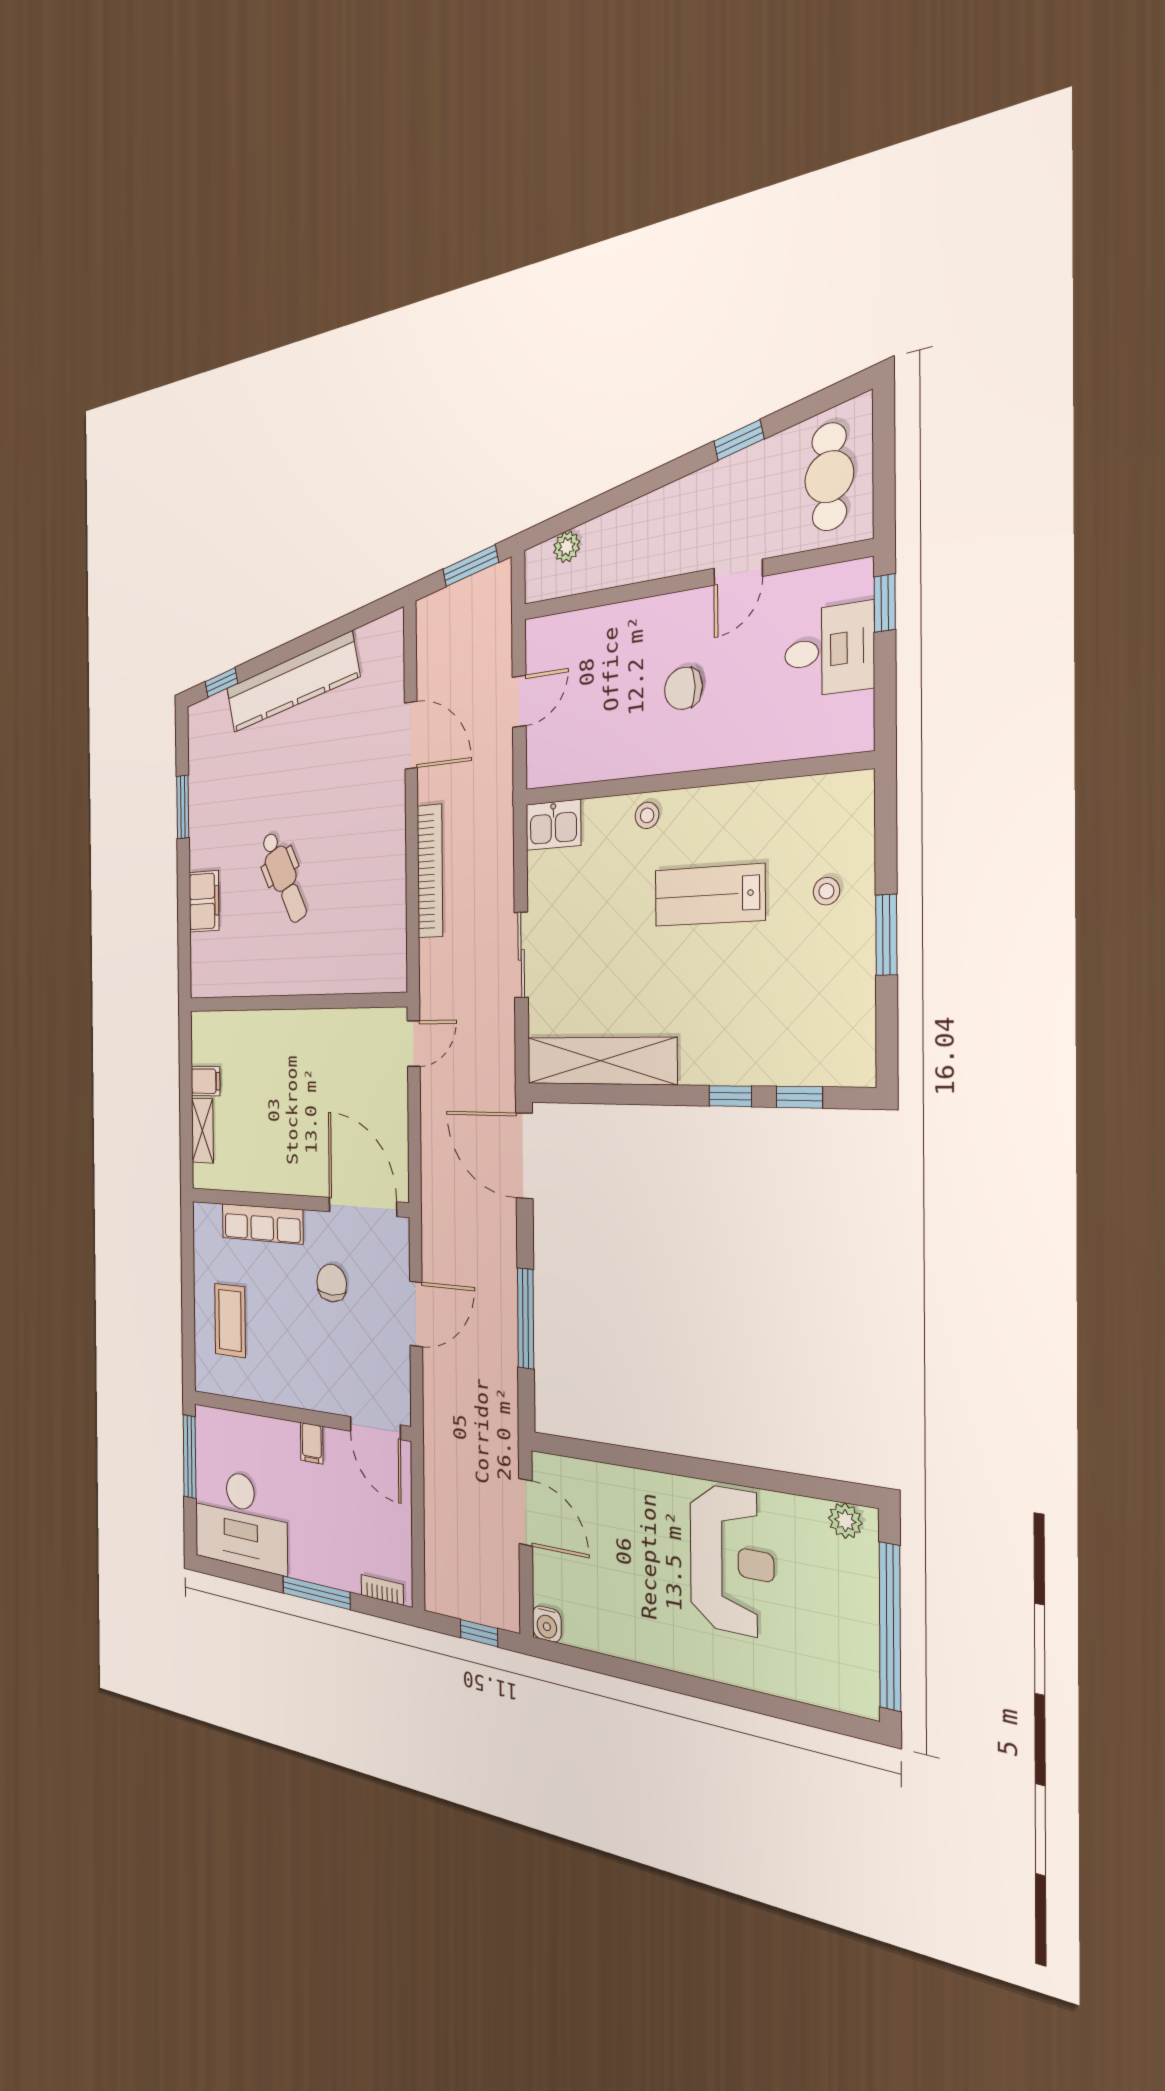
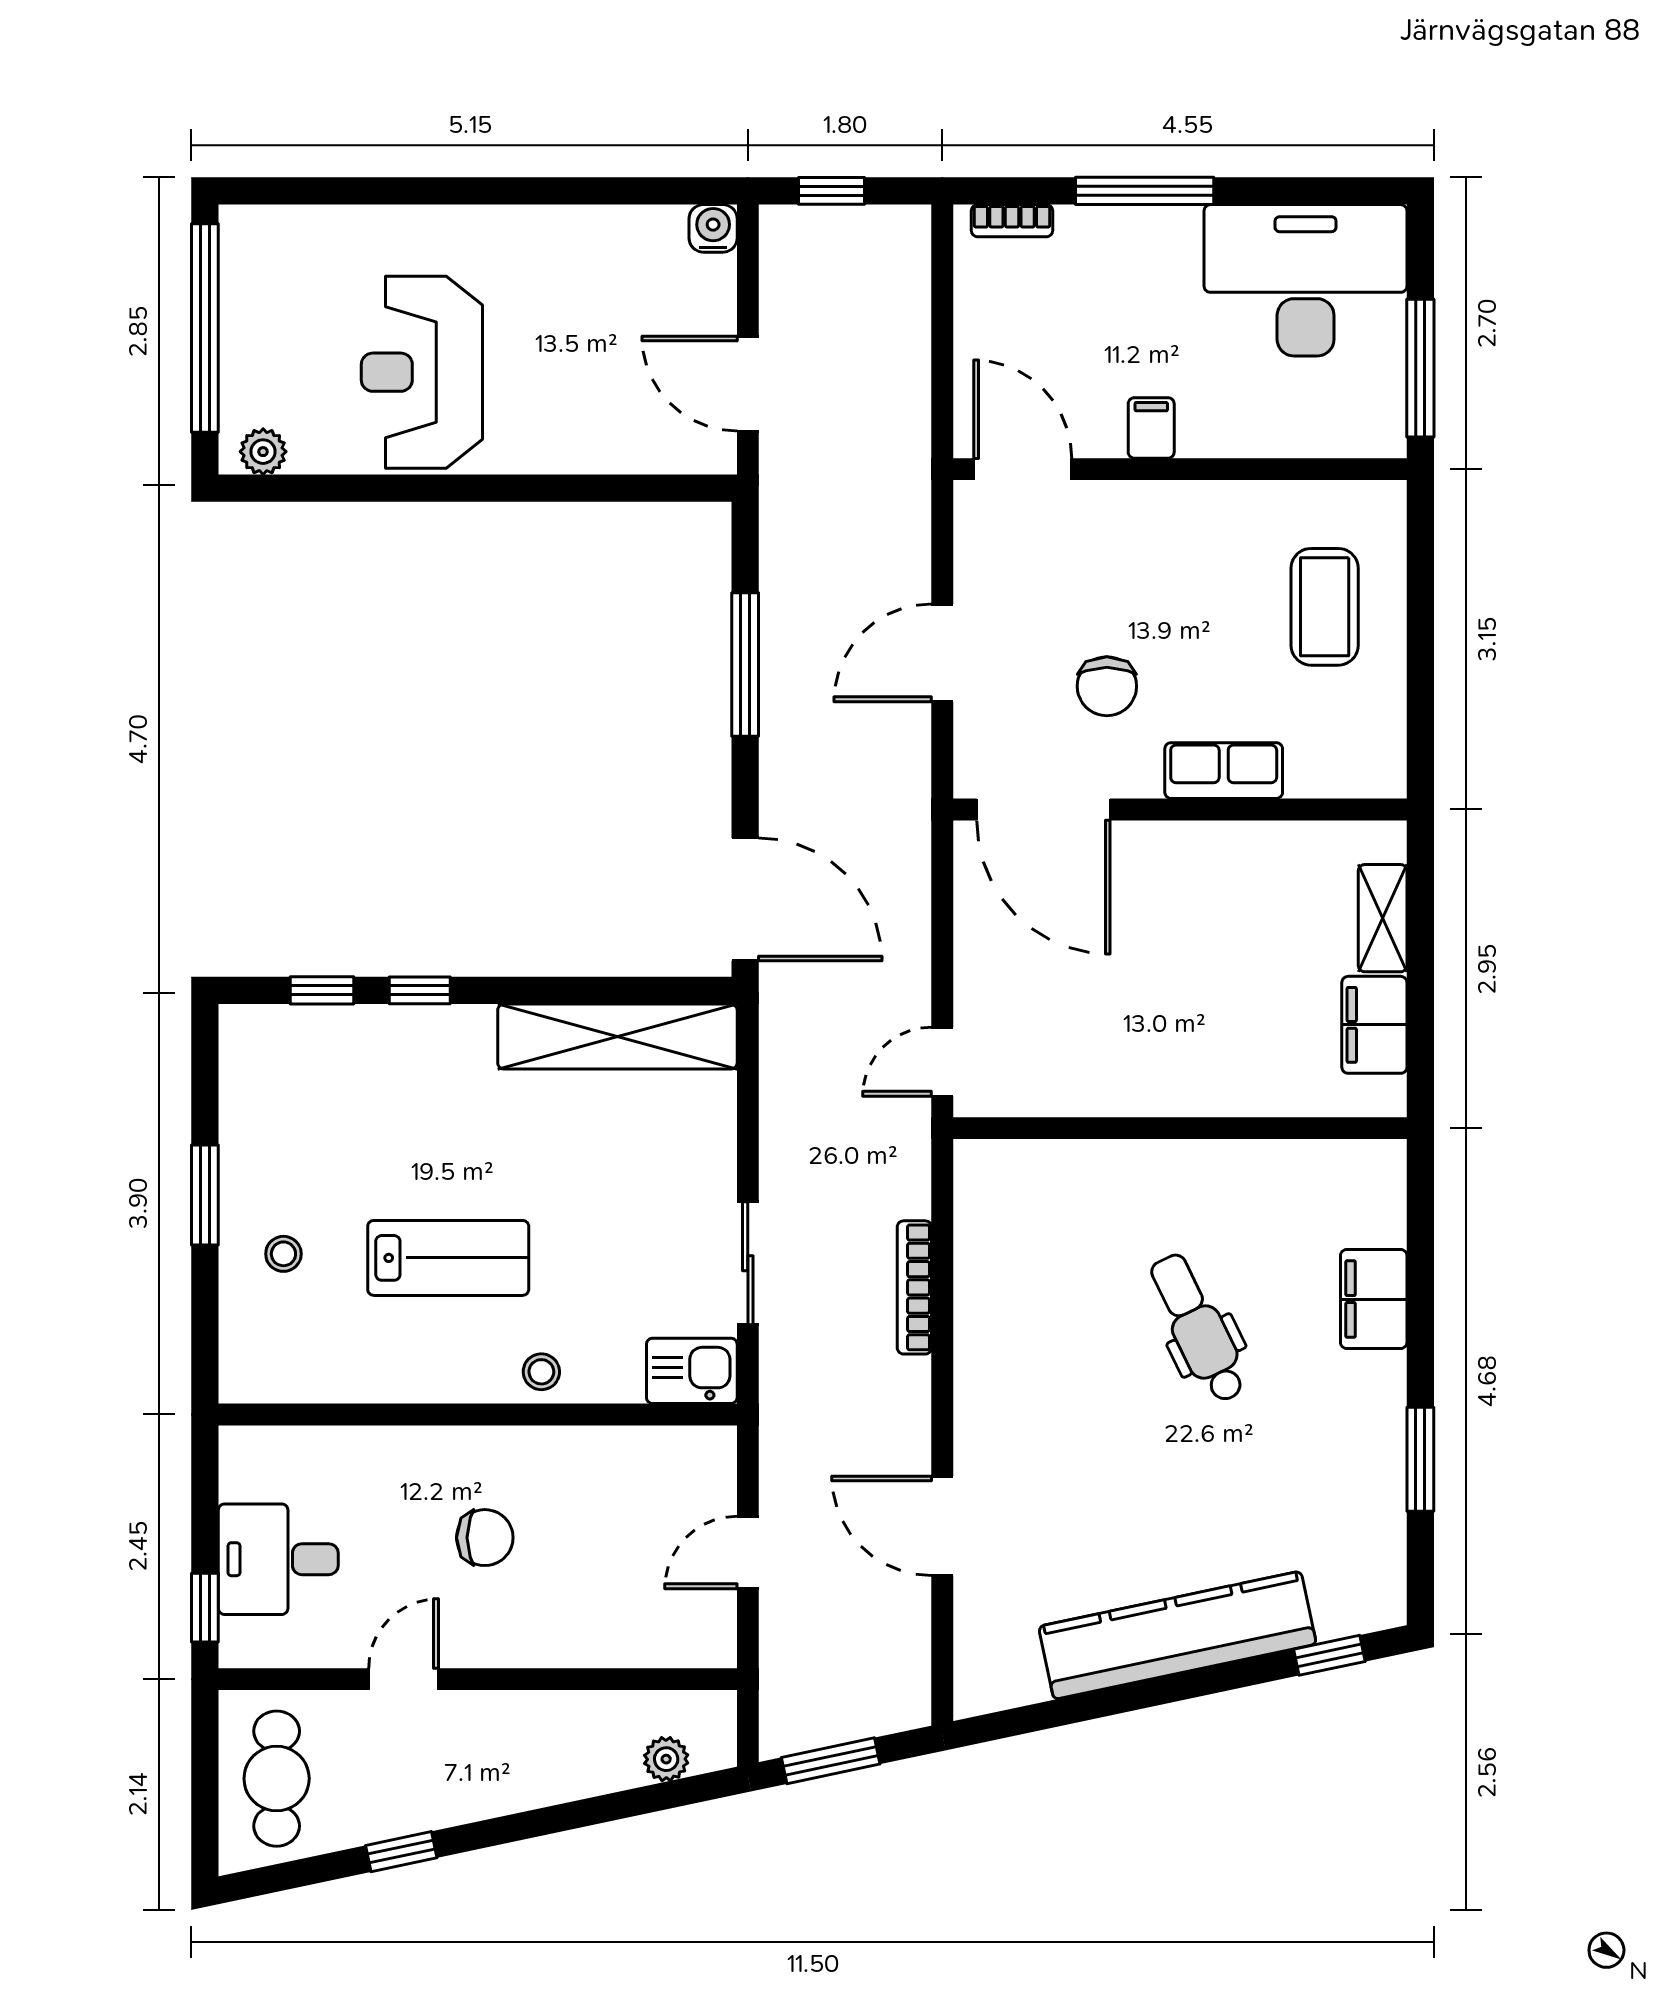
bookcase: (430, 871) -> (914, 1287), width x0.68, depth x0.76
sliding door: (521, 955) -> (748, 1263), moved
filing cabinet: (206, 1081) -> (1374, 1025), width x2.00
row of seats: (262, 1224) -> (1224, 771), width x0.68

